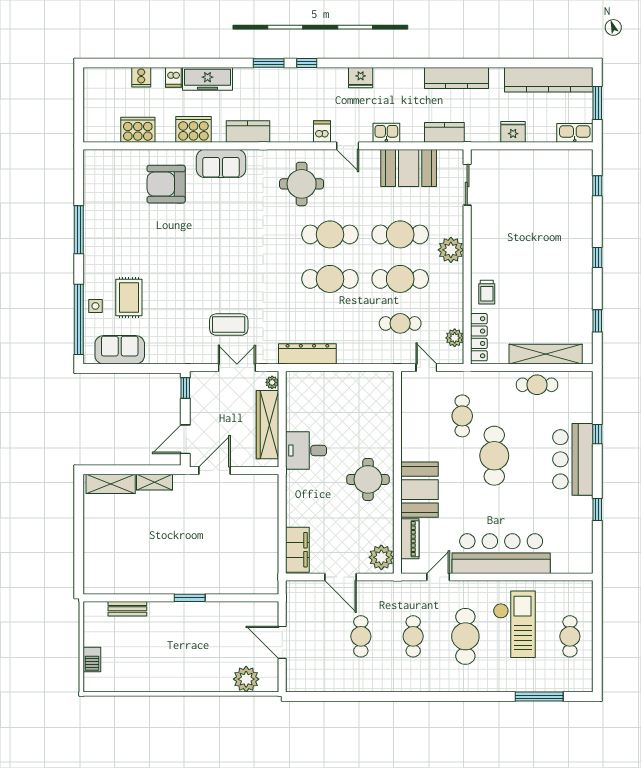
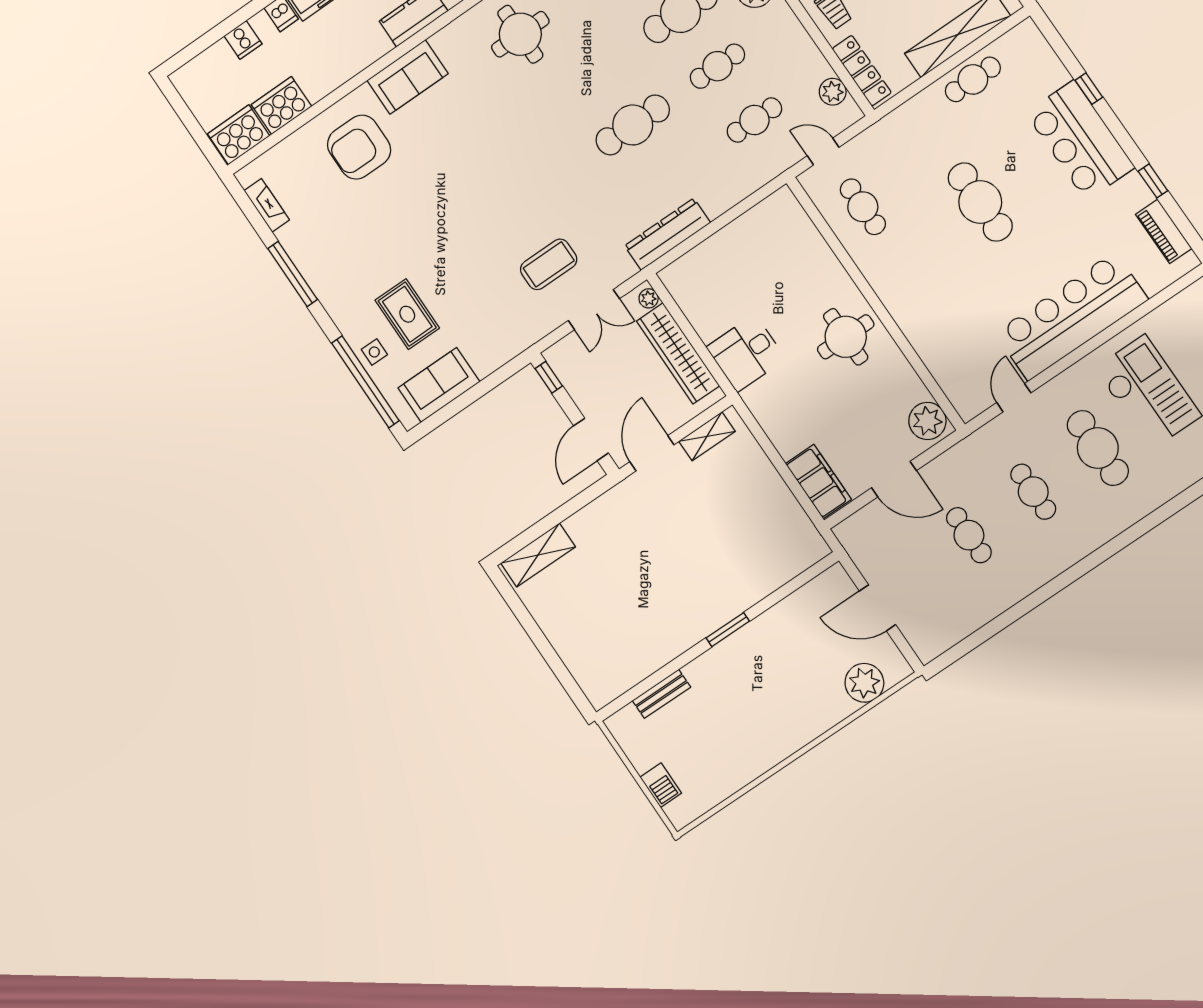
cooker: (193, 129) -> (239, 135), moved
fireplace: (91, 180) -> (267, 205), added
cafe table: (330, 234) -> (596, 71), removed
cafe table: (400, 279) -> (717, 66), width x0.73, depth x0.74
double door: (237, 368) -> (594, 310), swing flipped
cafe table: (462, 416) -> (863, 207), moved
shelving: (154, 482) -> (707, 436), moved
booth: (419, 490) -> (917, 306), removed
piano: (410, 539) -> (1164, 231), moved, turned 180

